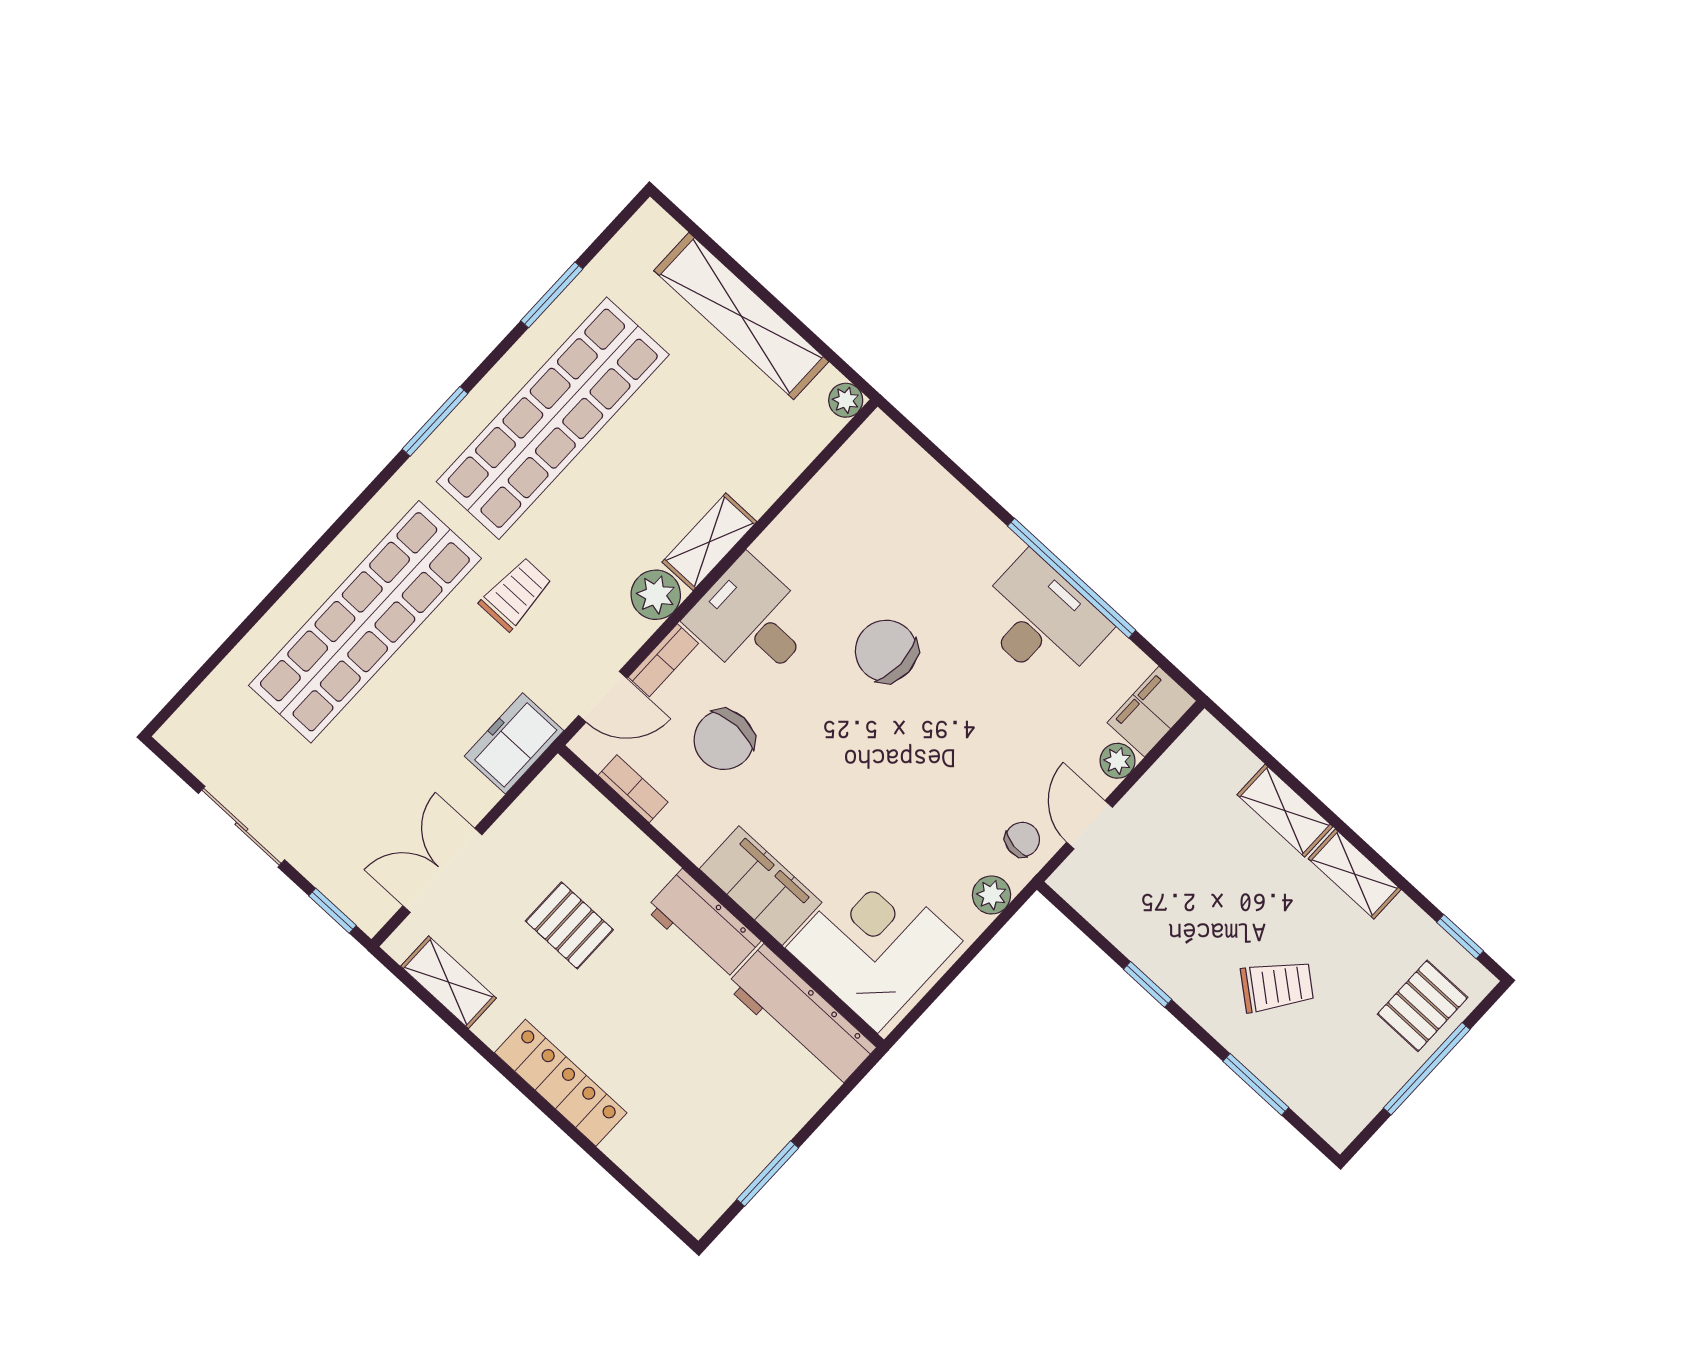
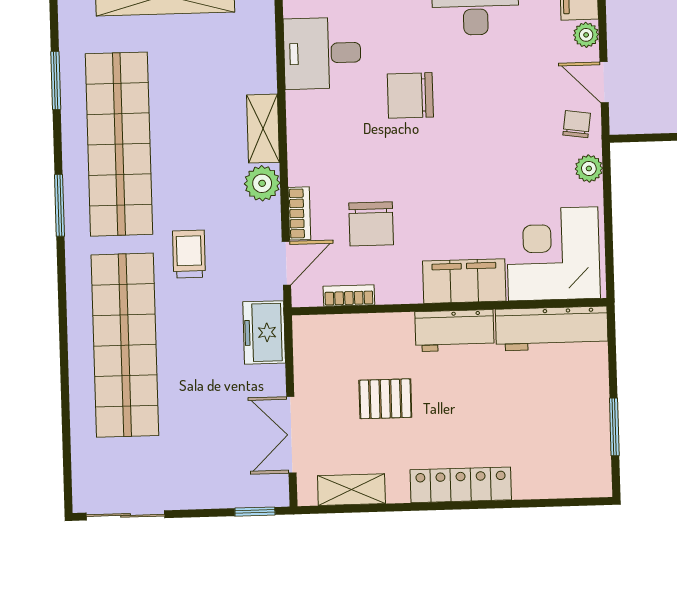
desk: (751, 621) -> (322, 53), moved
sliding door: (241, 827) -> (126, 515), moved

